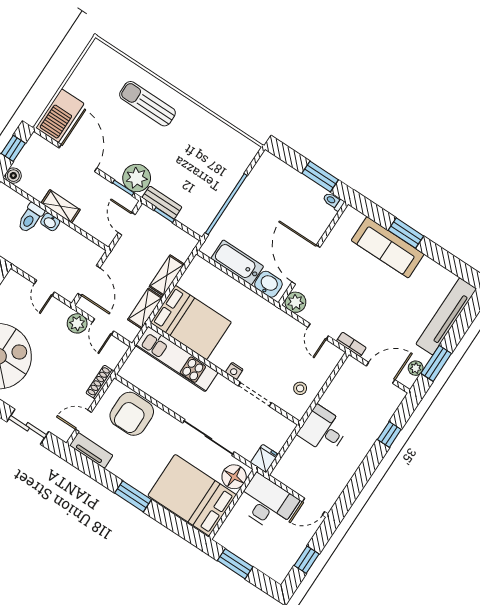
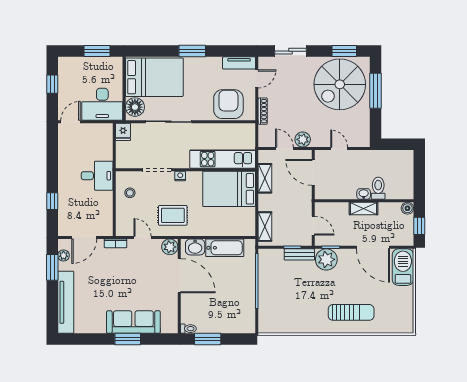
shelving: (167, 275) -> (265, 227), moved
rug: (270, 334) -> (173, 215), added

